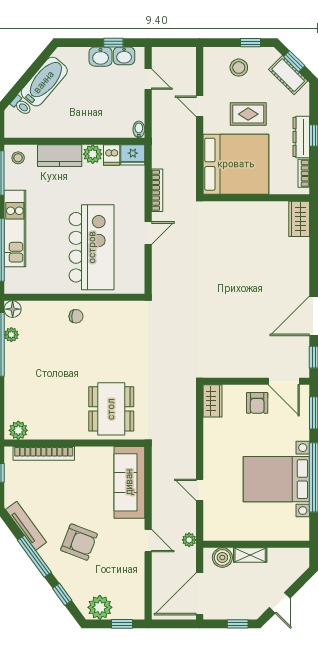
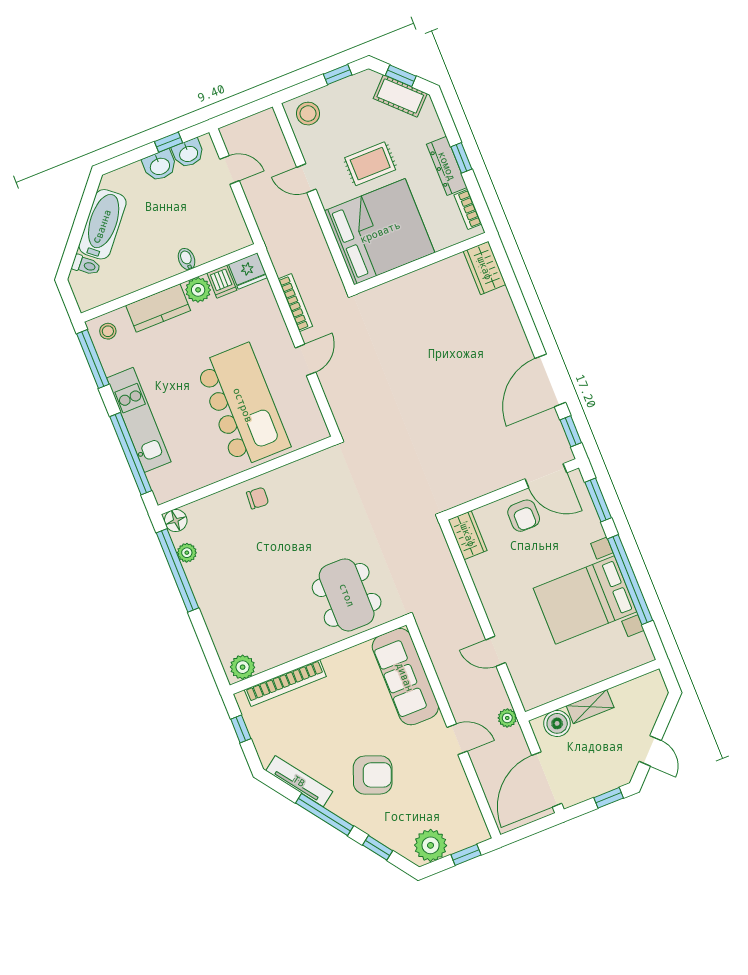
stool: (239, 68) -> (308, 114), moved
bidet: (139, 129) -> (187, 259), moved

